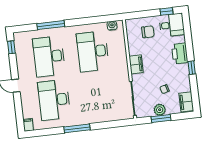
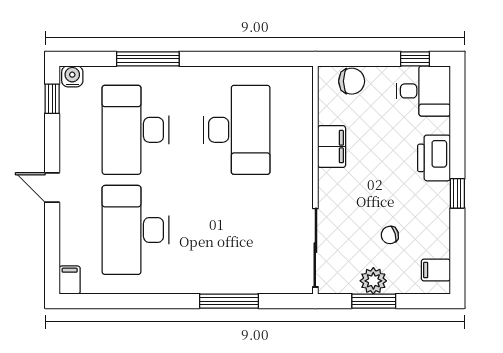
water cooler: (112, 26) -> (72, 76), moved
chair: (148, 32) -> (352, 81), moved
desk: (93, 51) -> (237, 130), turned 180
filing cabinet: (136, 64) -> (332, 147), moved
filing cabinet: (186, 102) -> (436, 270), width x0.50
window: (77, 128) -> (229, 301), moved

